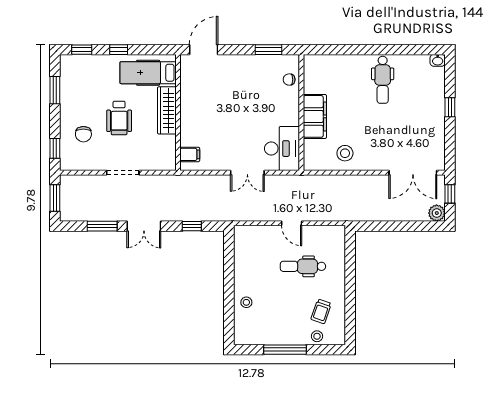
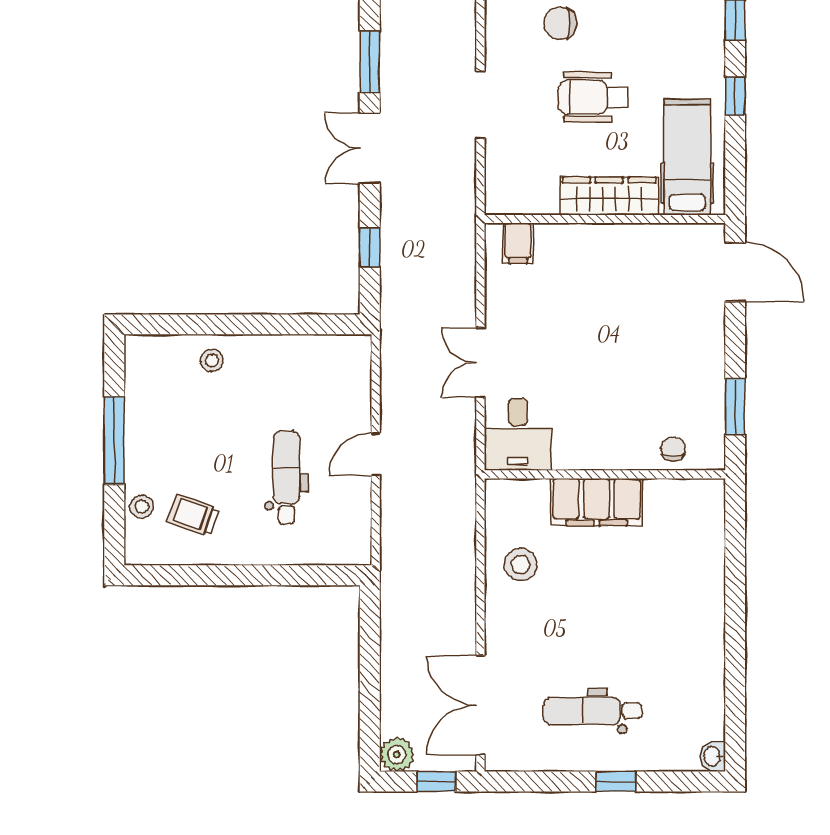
dental chair: (383, 80) -> (593, 711), moved
desk: (282, 149) -> (518, 434), width x0.73

